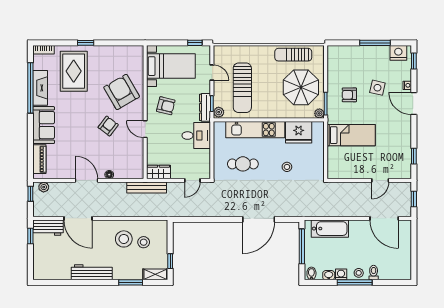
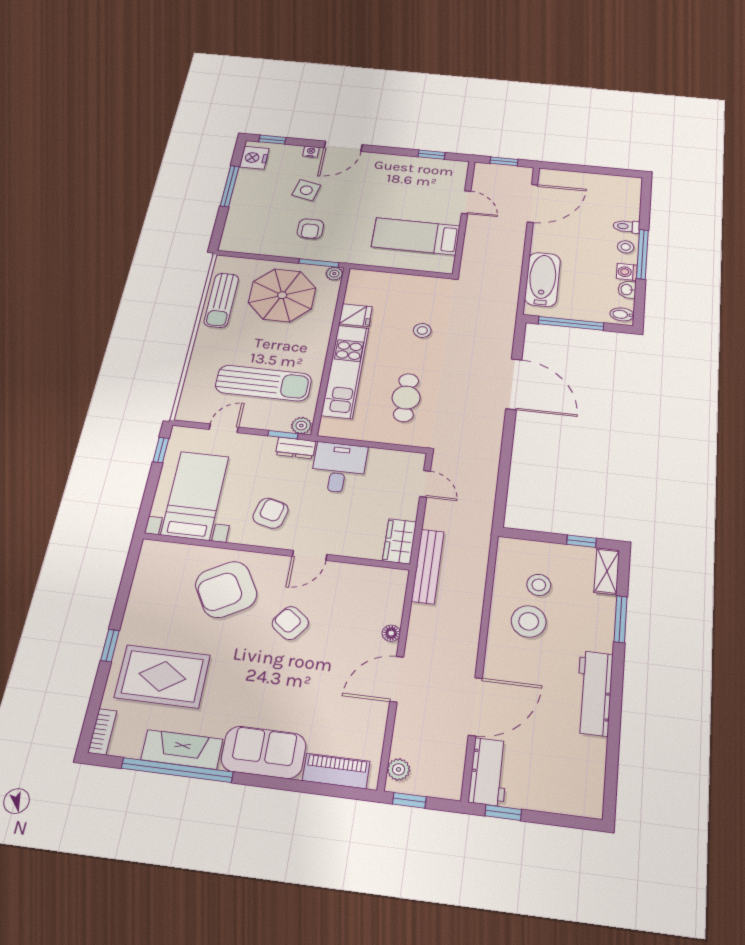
dresser: (205, 107) -> (296, 448), width x0.70
fridge: (299, 132) -> (356, 315), width x0.53, depth x0.75
bed: (351, 135) -> (416, 236), moved, turned -90

